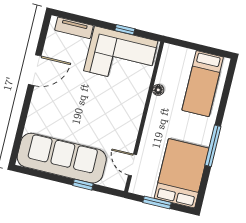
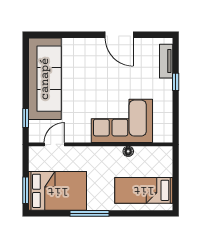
window: (125, 30) -> (176, 82), moved
corner sofa: (121, 56) -> (122, 121), moved, turned 90
window: (83, 185) -> (26, 118), moved
window: (157, 202) -> (26, 190), moved

